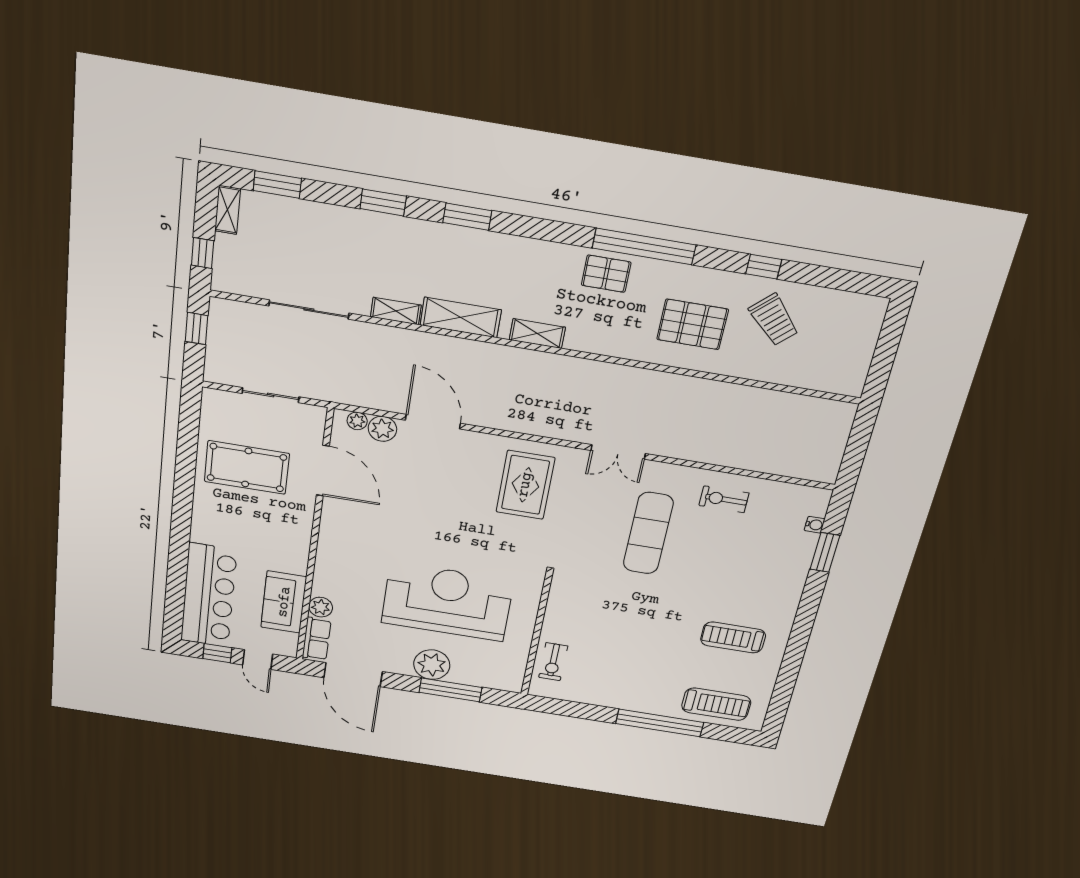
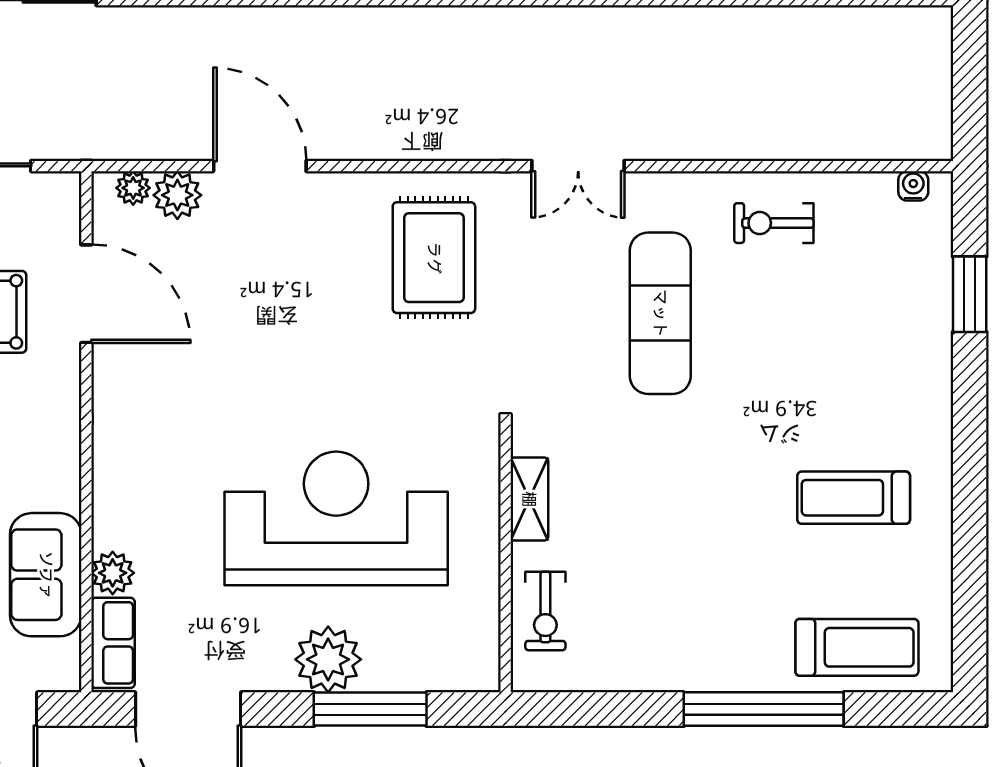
water cooler: (815, 525) -> (913, 186), moved, turned -90
shelving: (555, 610) -> (529, 499), added

